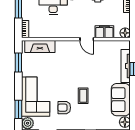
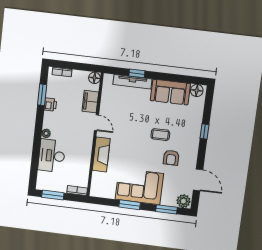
door: (87, 39) -> (96, 123), hinge flipped
fireplace: (40, 47) -> (101, 155), moved
window: (18, 63) -> (130, 205), moved
corner sofa: (36, 97) -> (139, 186), moved

